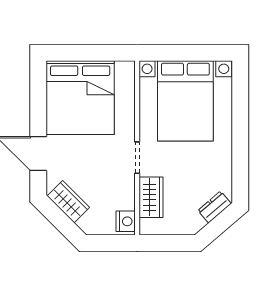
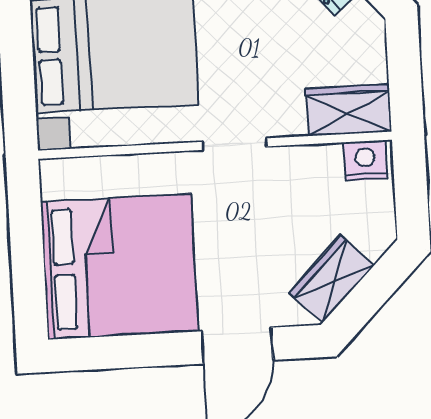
wardrobe: (151, 197) -> (348, 110), moved

